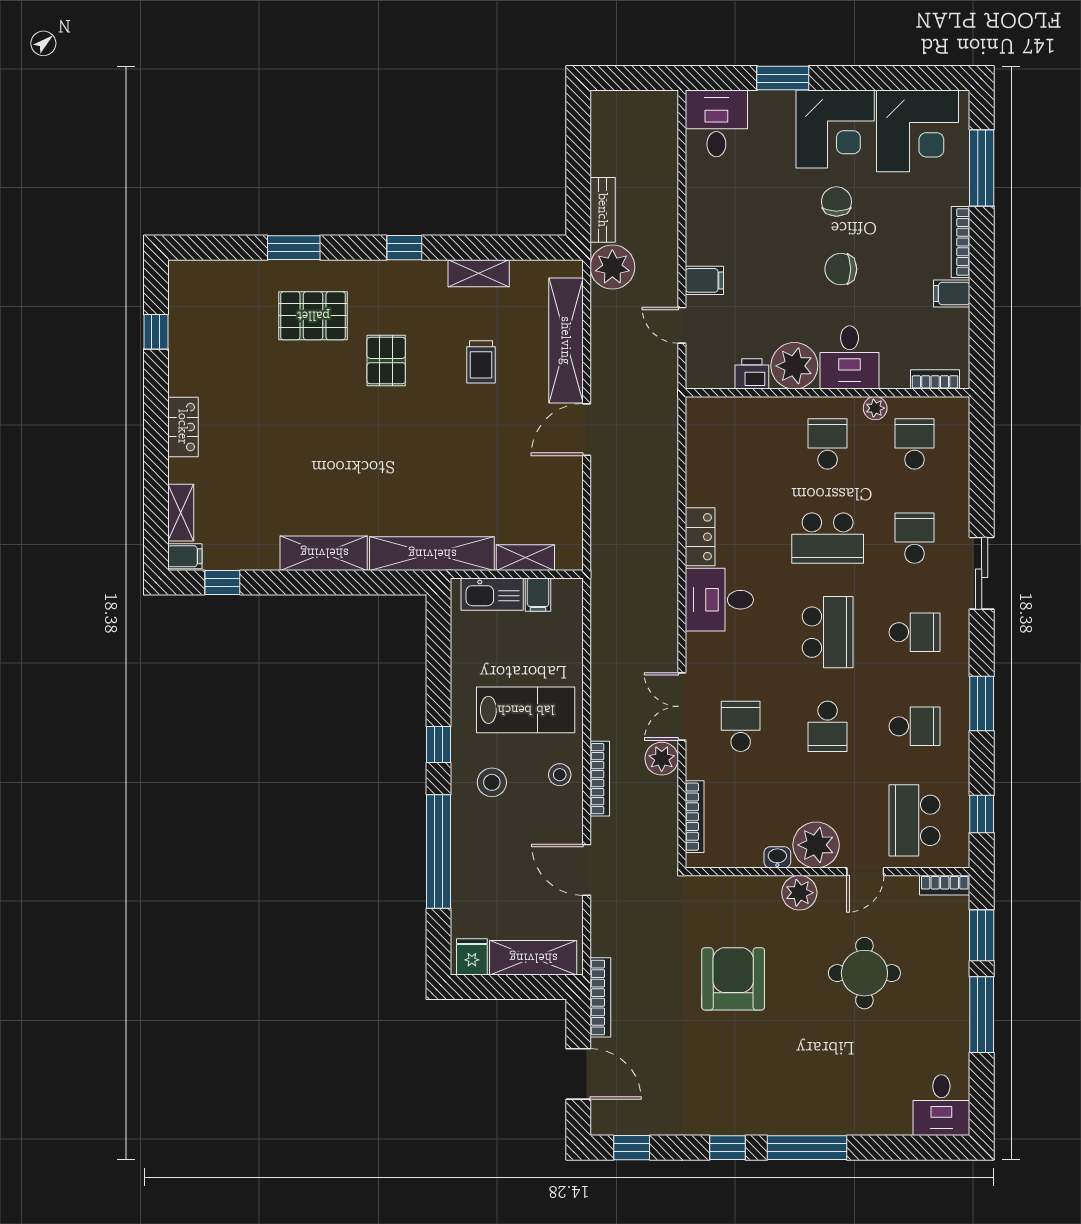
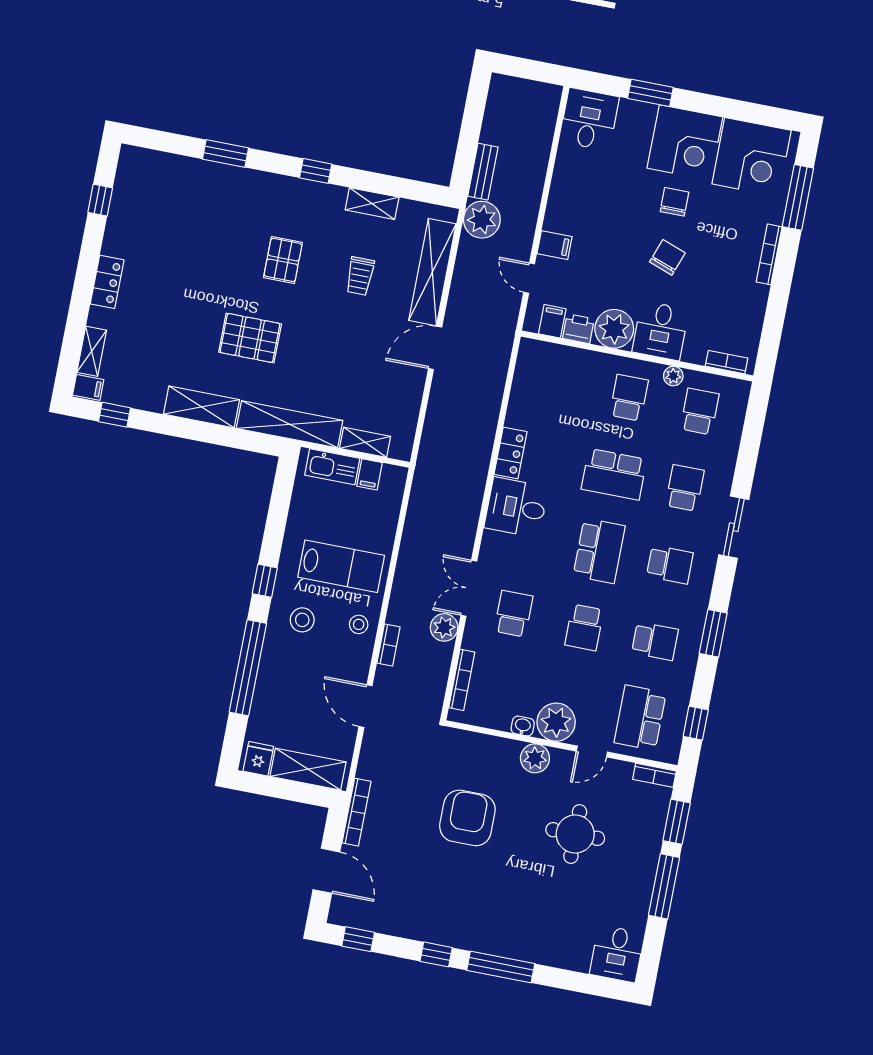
chair: (841, 269) -> (667, 257), turned 110
filing cabinet: (952, 293) -> (552, 321), moved, turned 90
pallet: (313, 316) -> (250, 338), moved
bookcase: (600, 779) -> (388, 645), width x0.64

